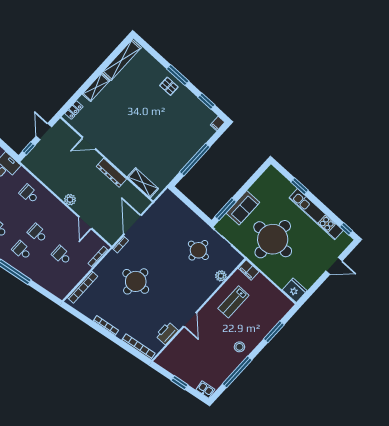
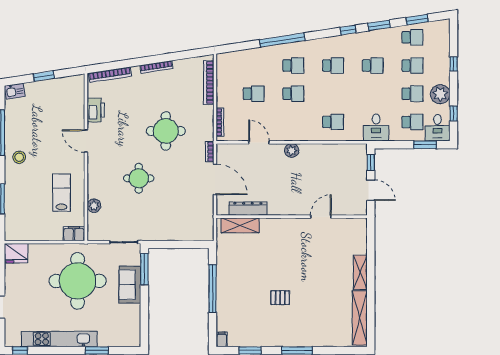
pallet: (169, 86) -> (280, 298), moved
locker: (74, 110) -> (361, 234), removed
dresser: (111, 173) -> (248, 209), moved
round table: (198, 250) -> (139, 178), moved

